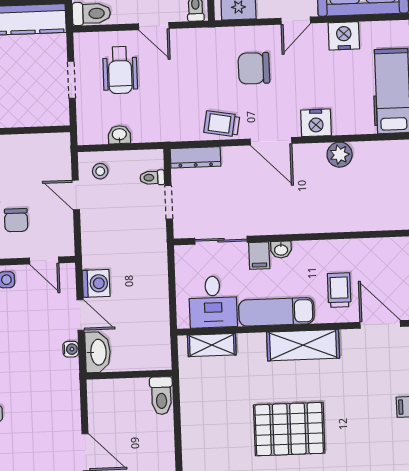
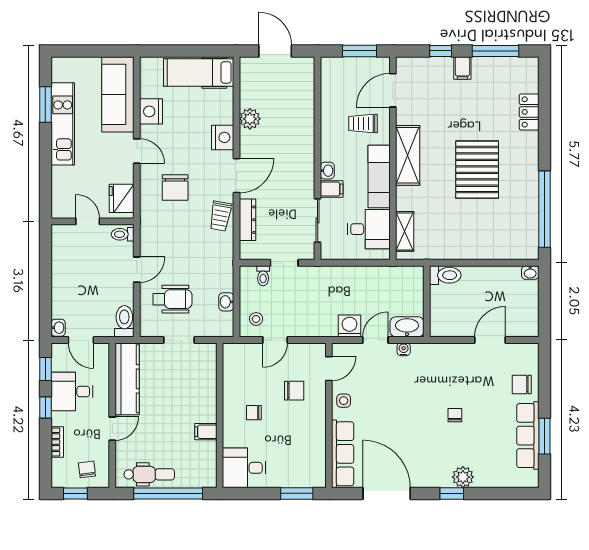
dresser: (195, 157) -> (248, 220), moved

